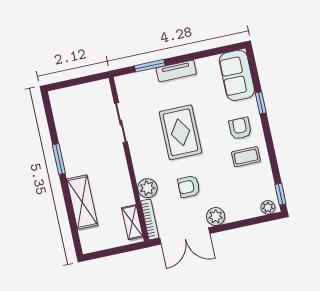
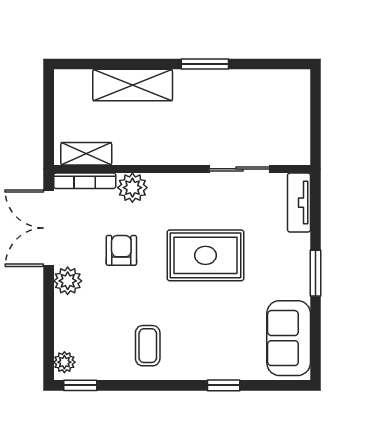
window: (150, 66) -> (315, 273), moved
tv unit: (176, 71) -> (299, 203), moved
sofa: (237, 75) -> (289, 338), moved, turned -90
armchair: (240, 128) -> (192, 346), removed

